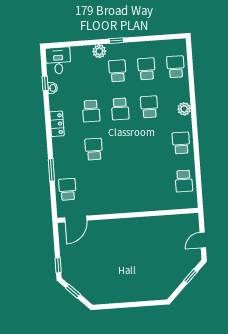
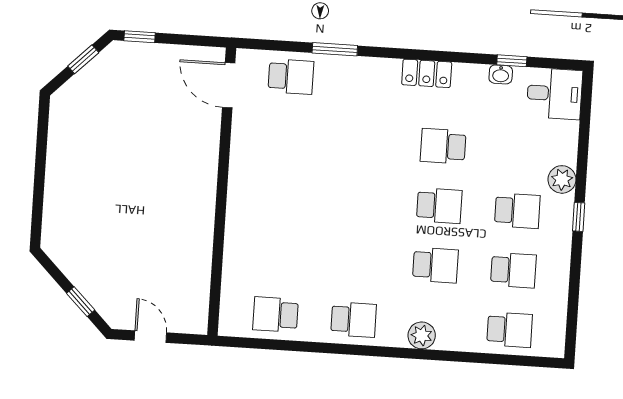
school desk: (120, 109) -> (439, 206), turned 180
school desk: (94, 149) -> (365, 141), removed

